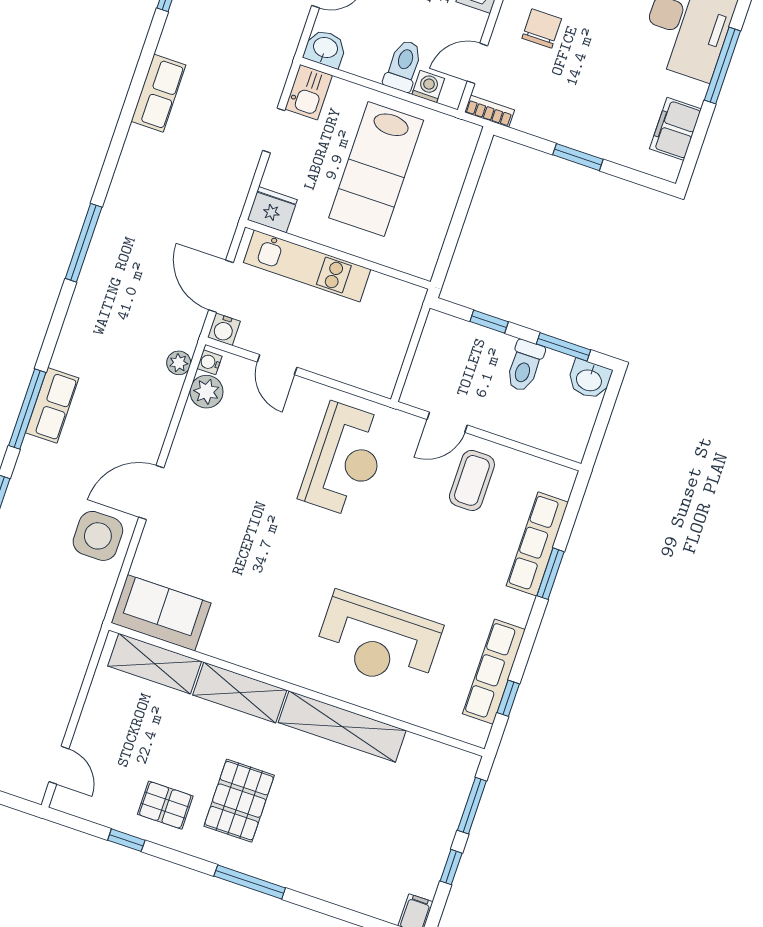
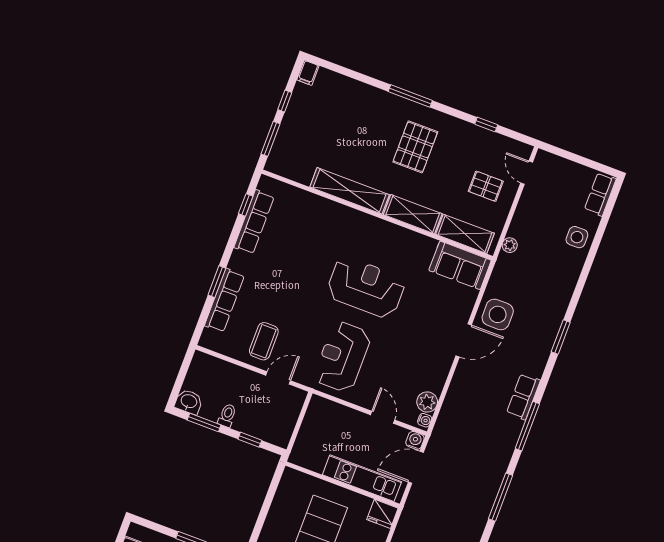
door: (221, 286) -> (416, 467), swing flipped
plant: (179, 363) -> (510, 245), moved
toilet: (525, 366) -> (227, 415), width x0.73, depth x0.72
window: (27, 409) -> (527, 426), moved
reception desk: (378, 641) -> (366, 287), moved
pallet: (165, 805) -> (486, 186), moved

